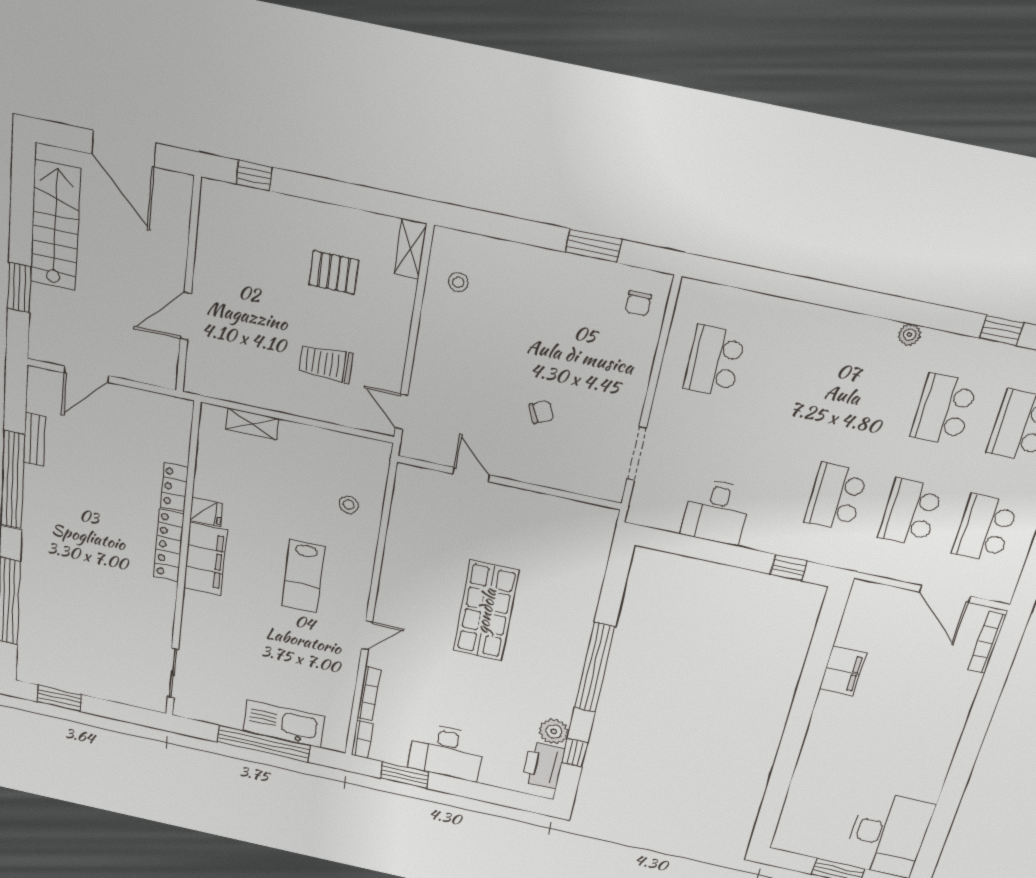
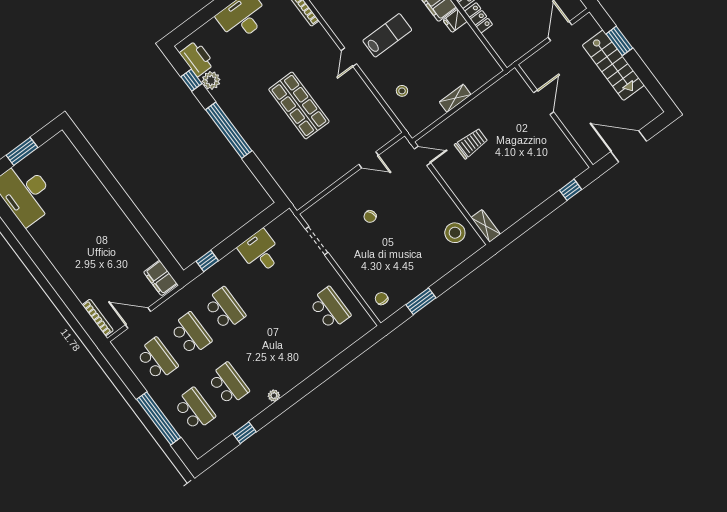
stairs: (55, 226) -> (613, 65), moved
pallet: (334, 273) -> (505, 184), removed
stool: (458, 282) -> (455, 233), width x1.89, depth x1.89
shelving: (252, 424) -> (455, 98), moved
lab bench: (303, 576) -> (387, 35), turned 90
door: (367, 635) -> (349, 57), moved
filing cabinet: (843, 671) -> (161, 278), moved

